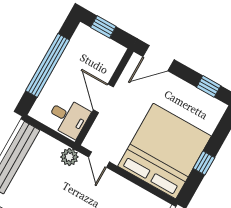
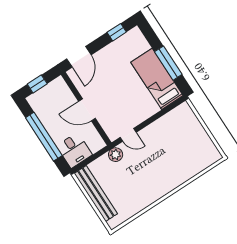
desk: (68, 117) -> (74, 150), moved, turned 90
bed: (164, 151) -> (157, 79), width x0.49
window: (204, 163) -> (168, 63), width x2.17

